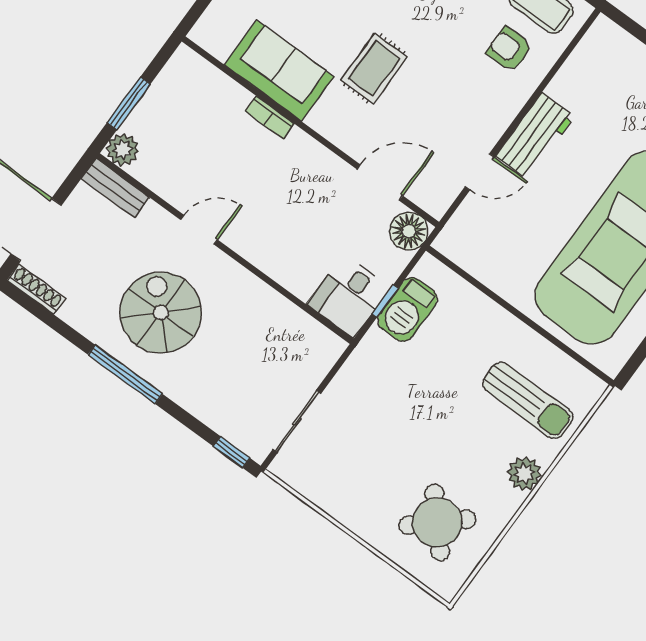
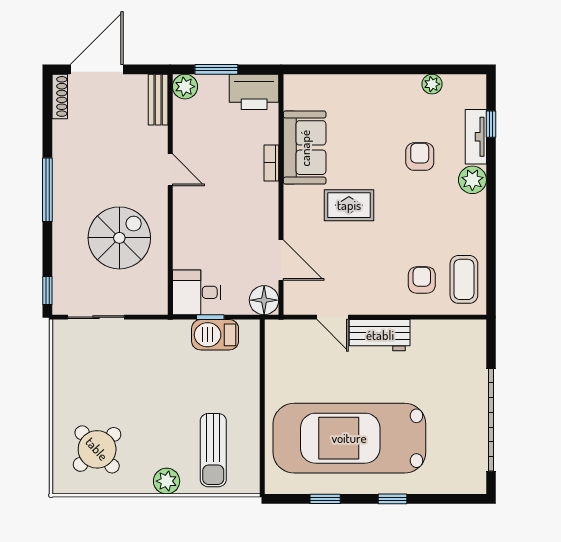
printer: (181, 81) -> (254, 92), added
spiral stairs: (161, 313) -> (119, 238), moved

